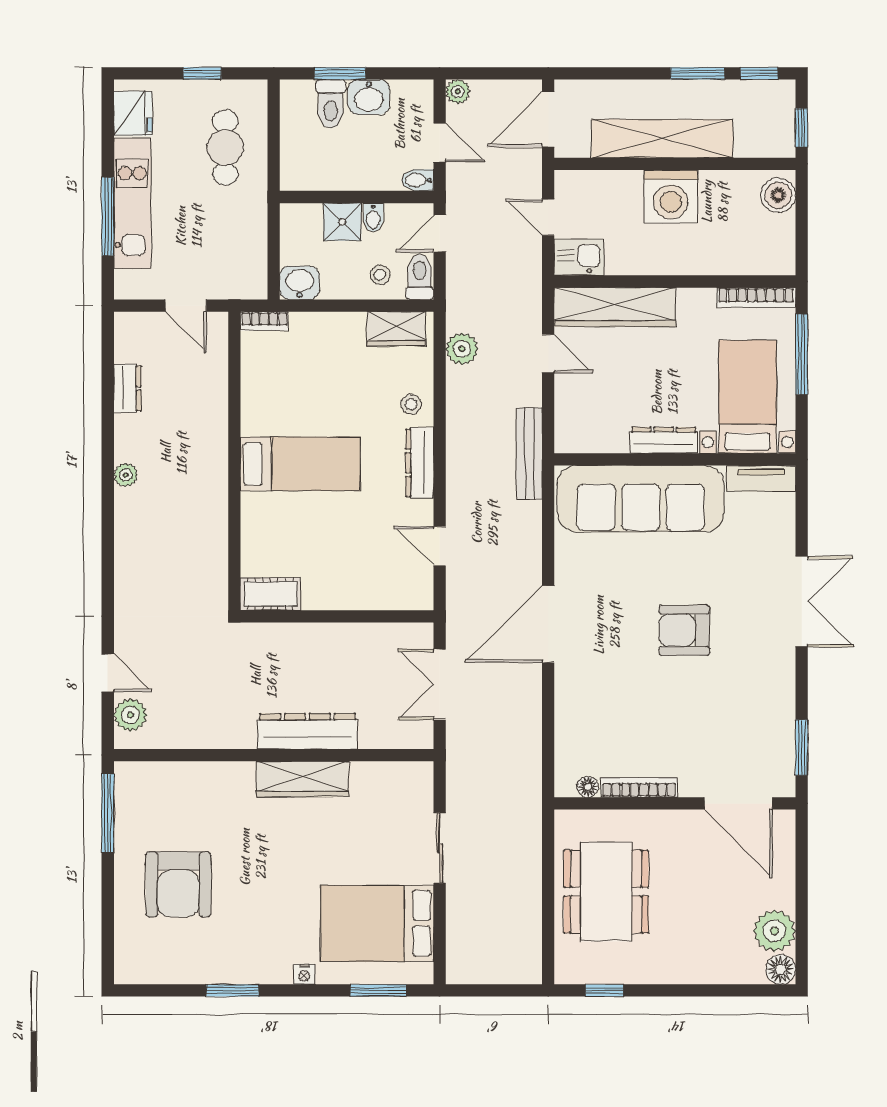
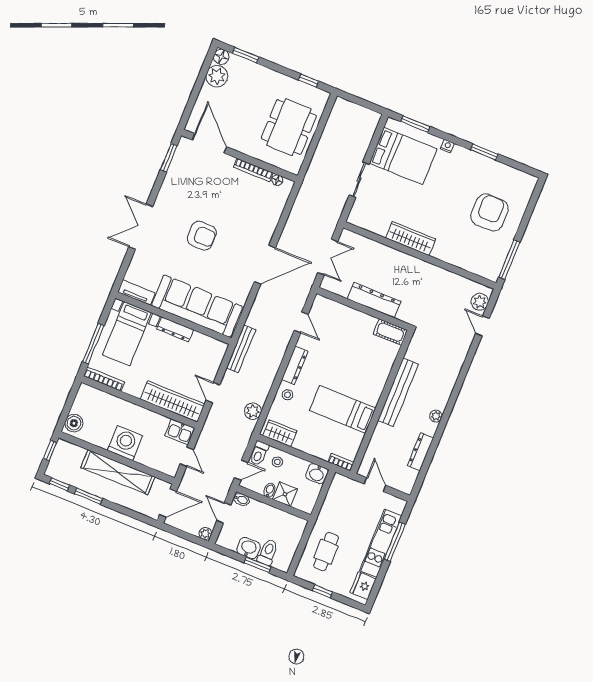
dresser: (127, 388) -> (420, 452), width x1.44
bed: (300, 464) -> (343, 409), moved
bench: (212, 490) -> (398, 392), added
dresser: (307, 731) -> (374, 300), moved, turned 180
window: (738, 990) -> (246, 55), added

